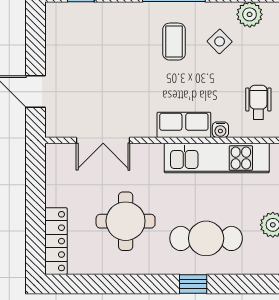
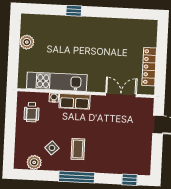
round table: (126, 221) -> (110, 48), removed
cafe table: (206, 238) -> (65, 36), removed
locker: (56, 241) -> (149, 67), moved

